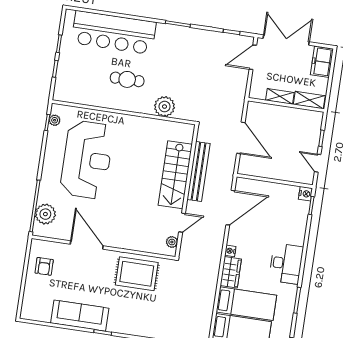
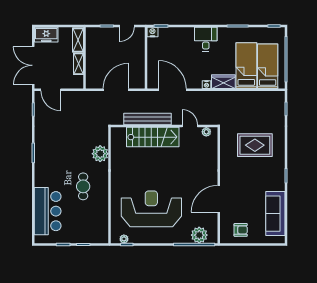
bar counter: (114, 33) -> (48, 211), width x0.73
desk: (286, 264) -> (206, 39), width x0.73
rug: (137, 274) -> (255, 145), moved, turned 90
sofa: (80, 316) -> (275, 214), moved

